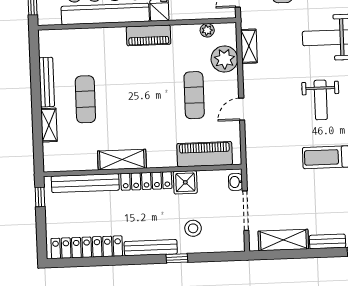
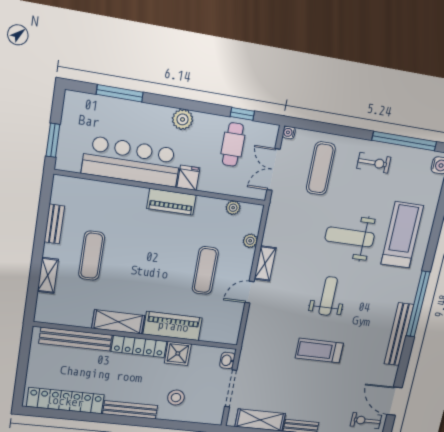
shelving: (249, 46) -> (265, 263), moved
plant: (224, 59) -> (250, 241), width x0.53, depth x0.53
bench: (47, 82) -> (54, 224), width x0.73
weight bench: (321, 100) -> (328, 296), turned 180
piano: (205, 154) -> (173, 326), moved
window: (40, 197) -> (25, 346), removed
window: (177, 258) -> (154, 423), removed

